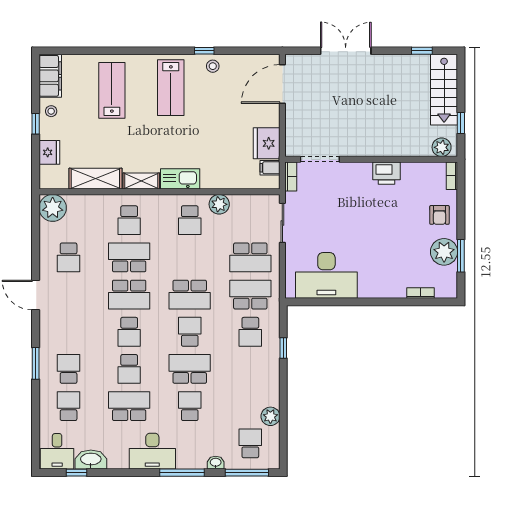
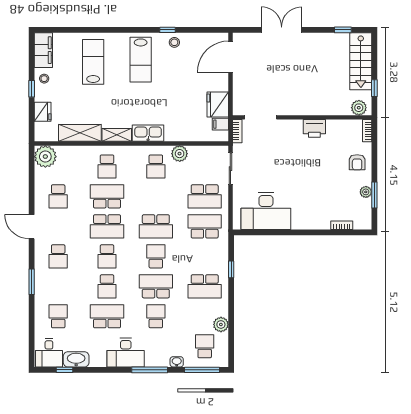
plant: (444, 252) -> (366, 192), width x0.53, depth x0.53
school desk: (250, 332) -> (205, 286), moved, width x1.85
school desk: (69, 369) -> (58, 256), moved, turned 180

